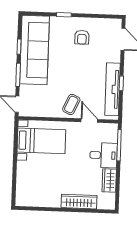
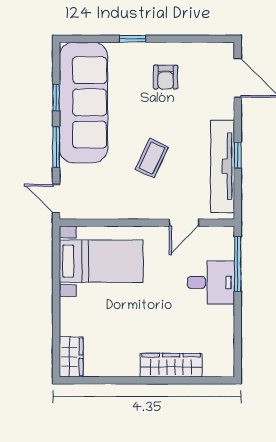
coffee table: (71, 105) -> (152, 158), moved
door: (89, 121) -> (184, 223), swing flipped
wardrobe: (109, 180) -> (71, 357), moved, turned 180

